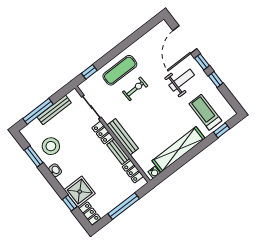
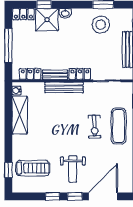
door: (185, 40) -> (103, 196), hinge flipped
shelving: (178, 149) -> (20, 115), width x0.68
washbasin: (55, 170) -> (65, 13), moved

